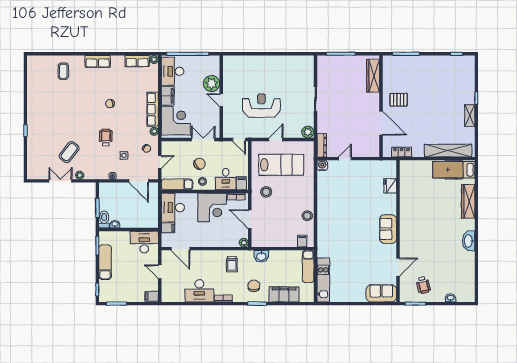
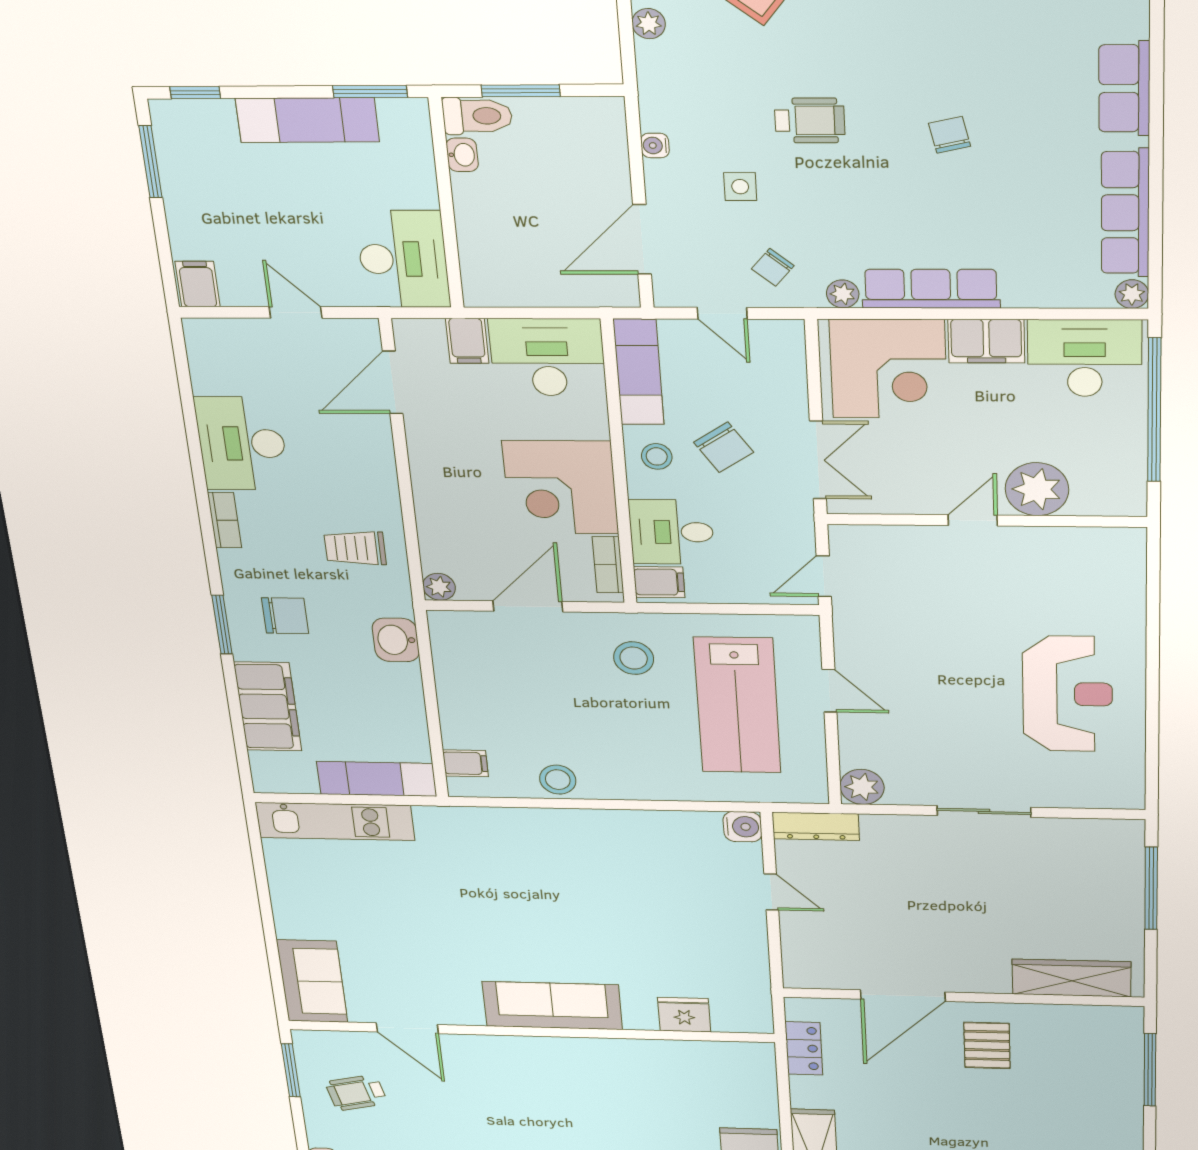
row of seats: (137, 61) -> (1125, 213), width x1.48
reception desk: (261, 106) -> (1067, 694), moved
sofa: (388, 229) -> (552, 1006), width x1.36
door: (160, 272) -> (296, 312), hinge flipped

